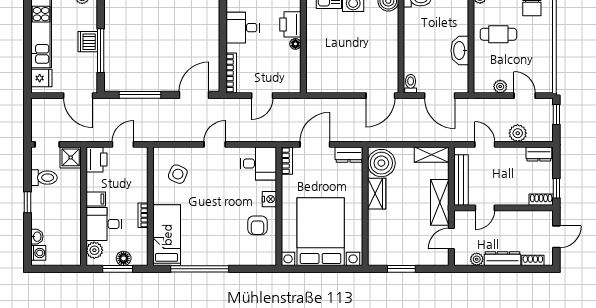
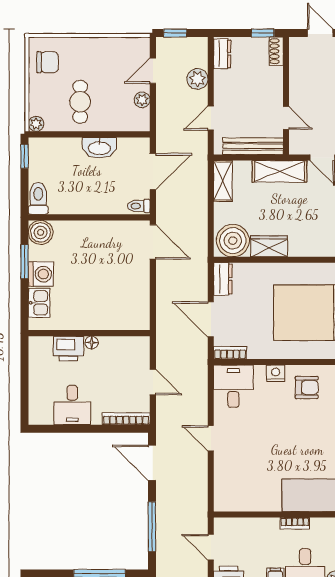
side table: (178, 174) -> (246, 482), removed

